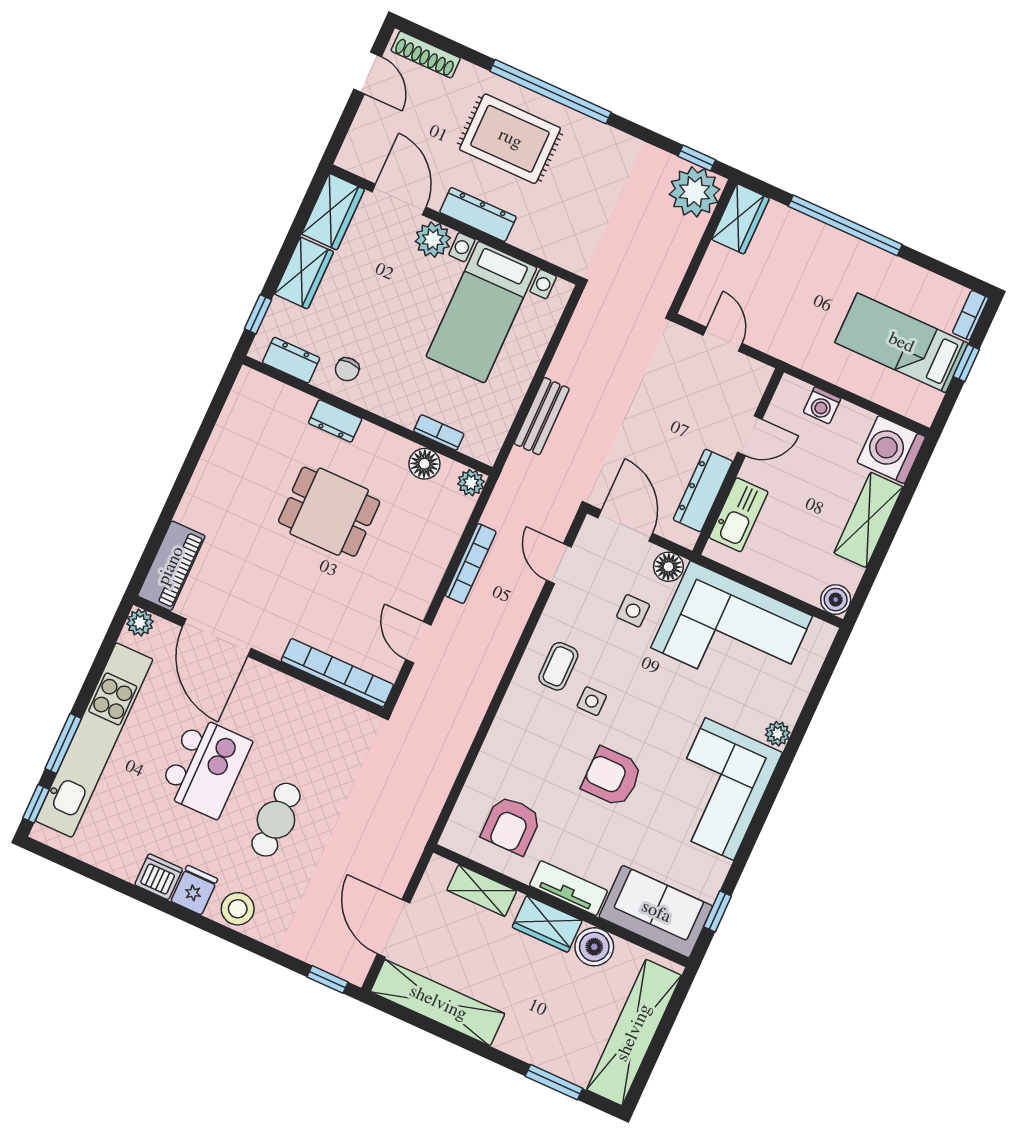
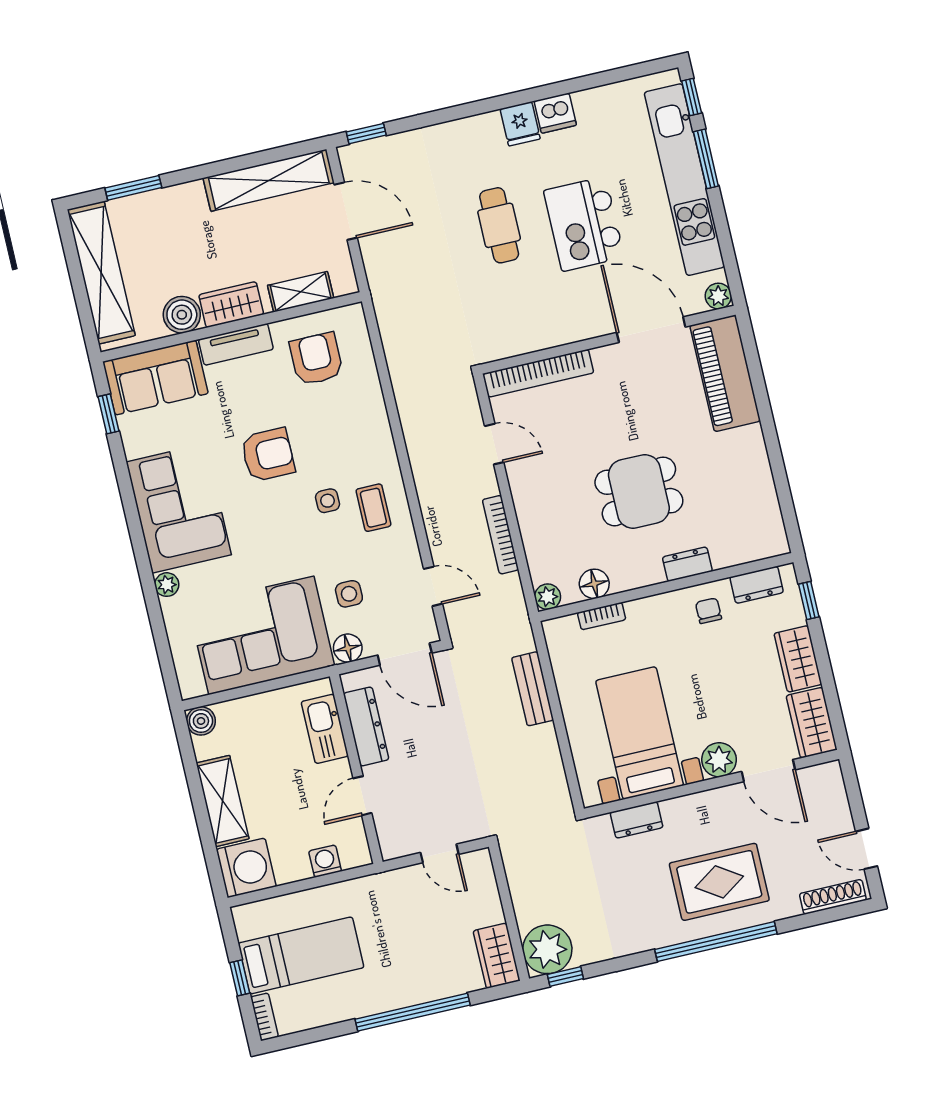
dresser: (478, 215) -> (637, 820), moved, width x0.70
piano: (171, 566) -> (725, 373), width x1.37, depth x1.33
stool: (238, 909) -> (476, 135), removed

